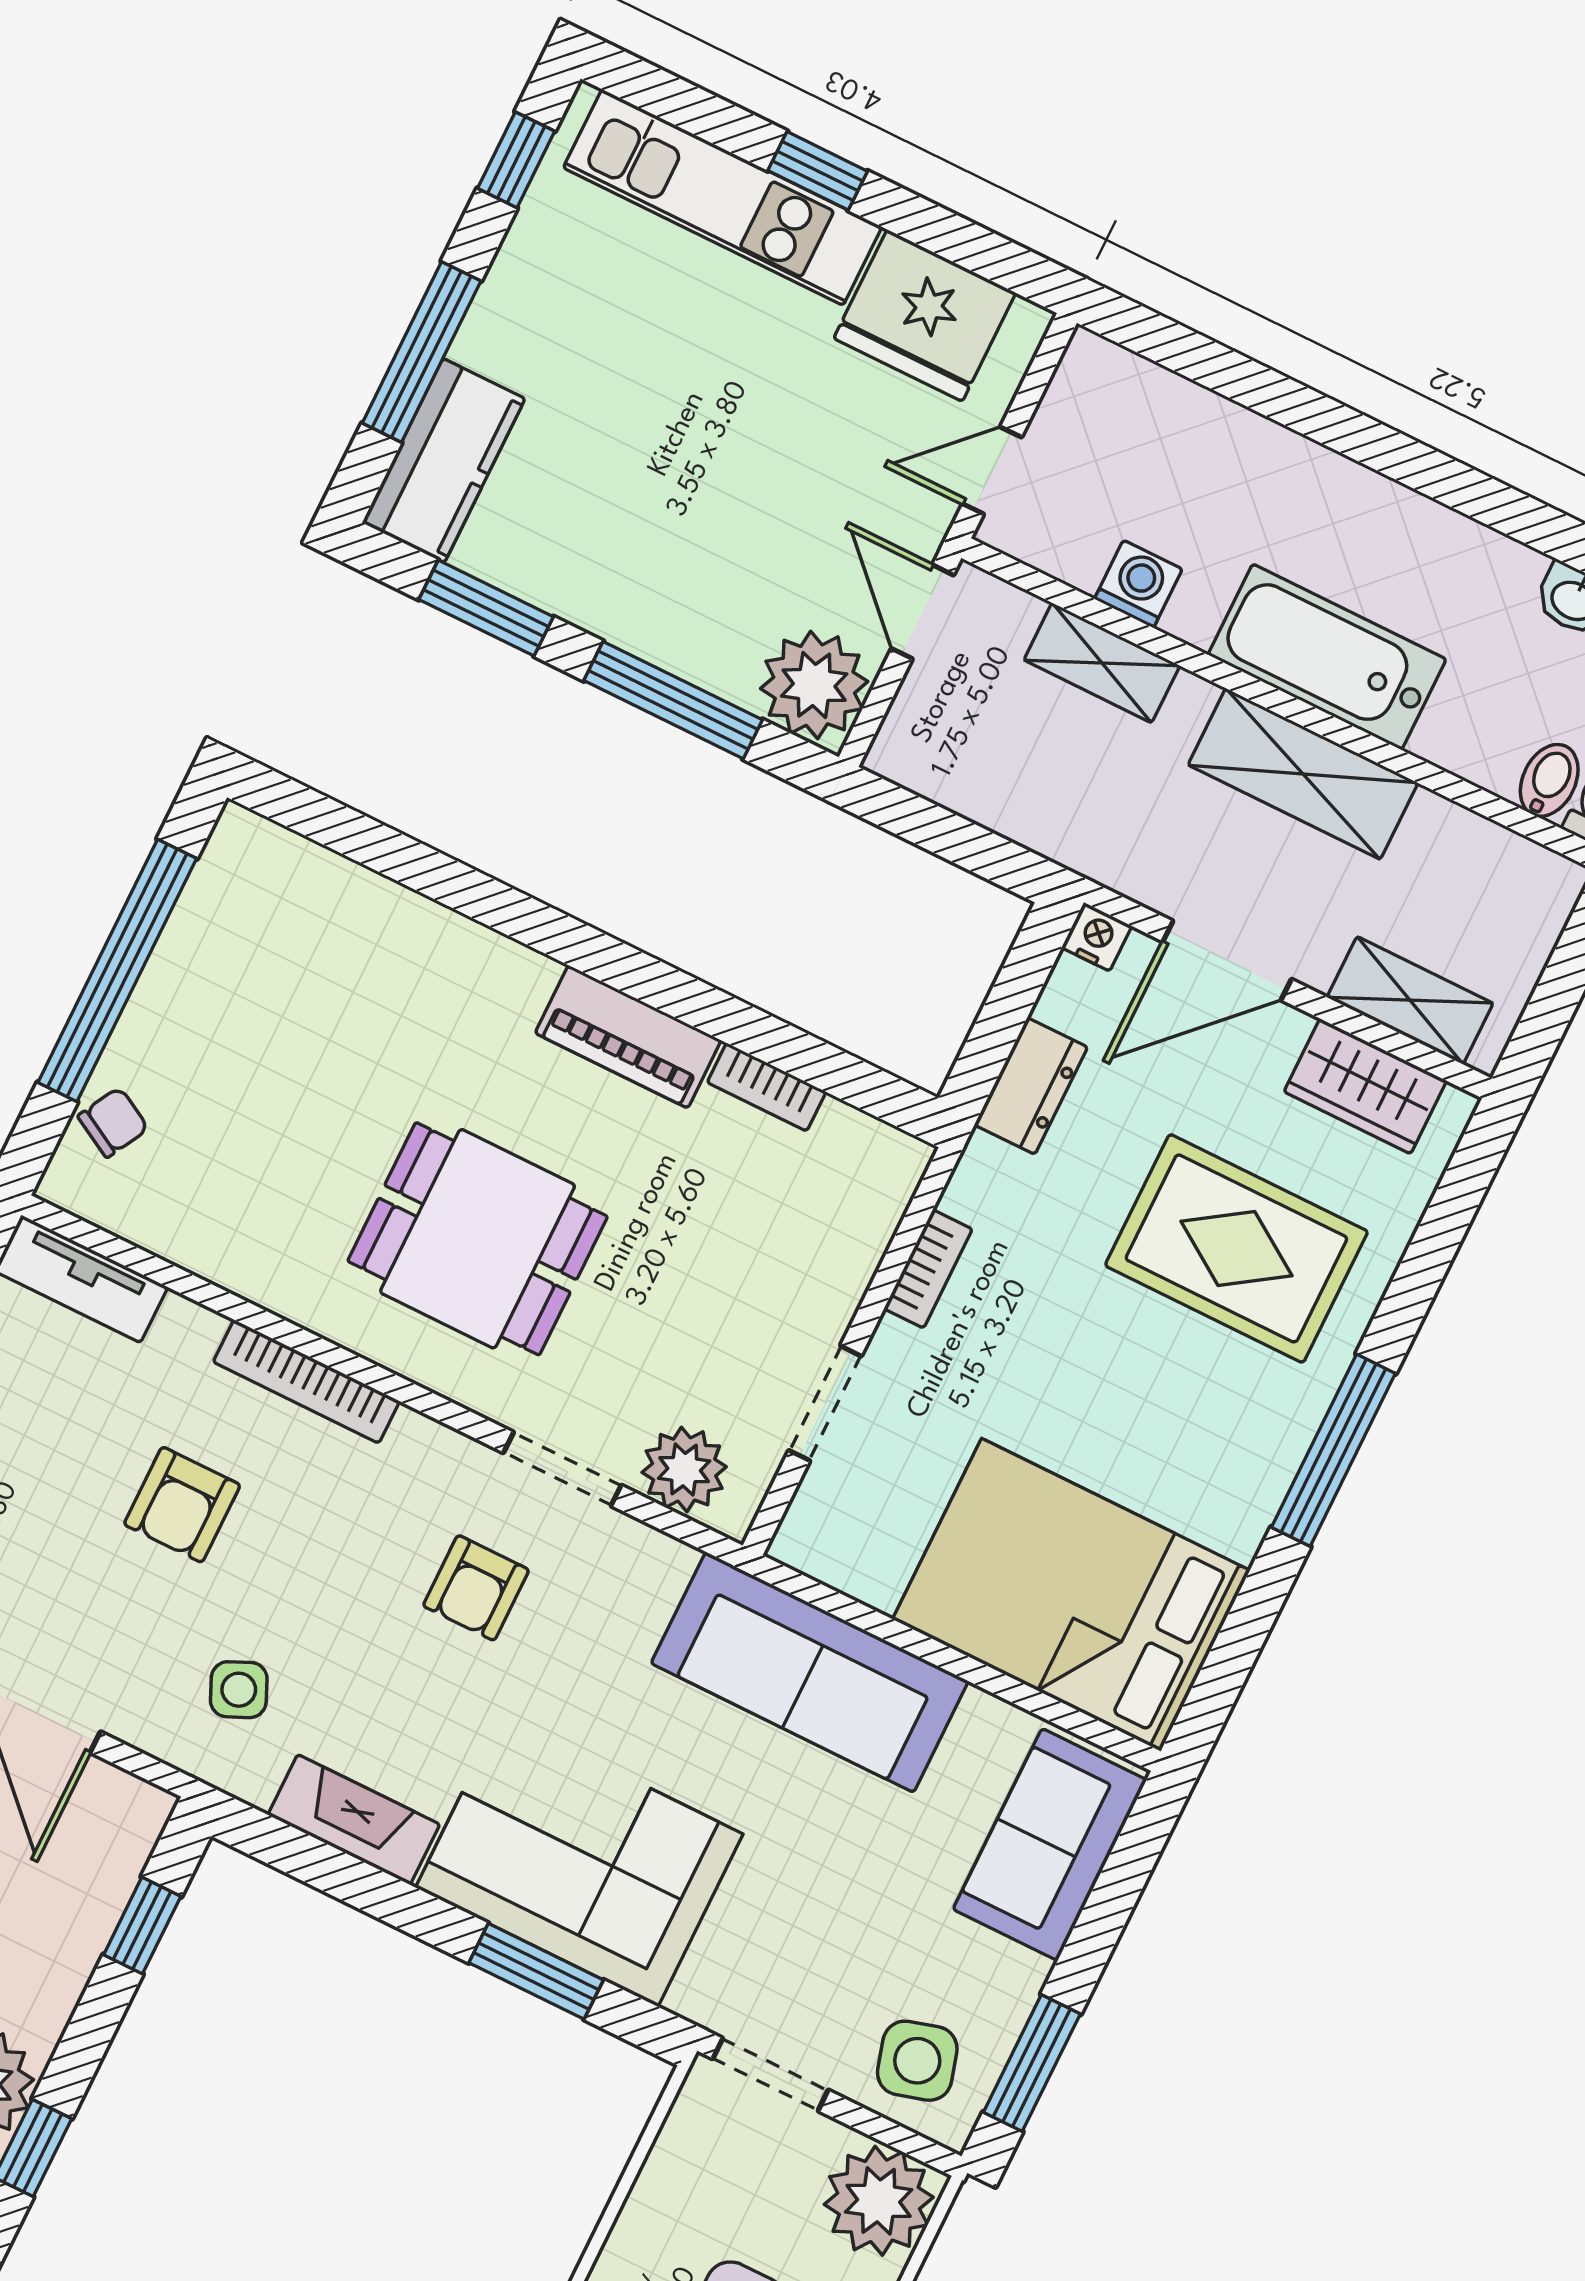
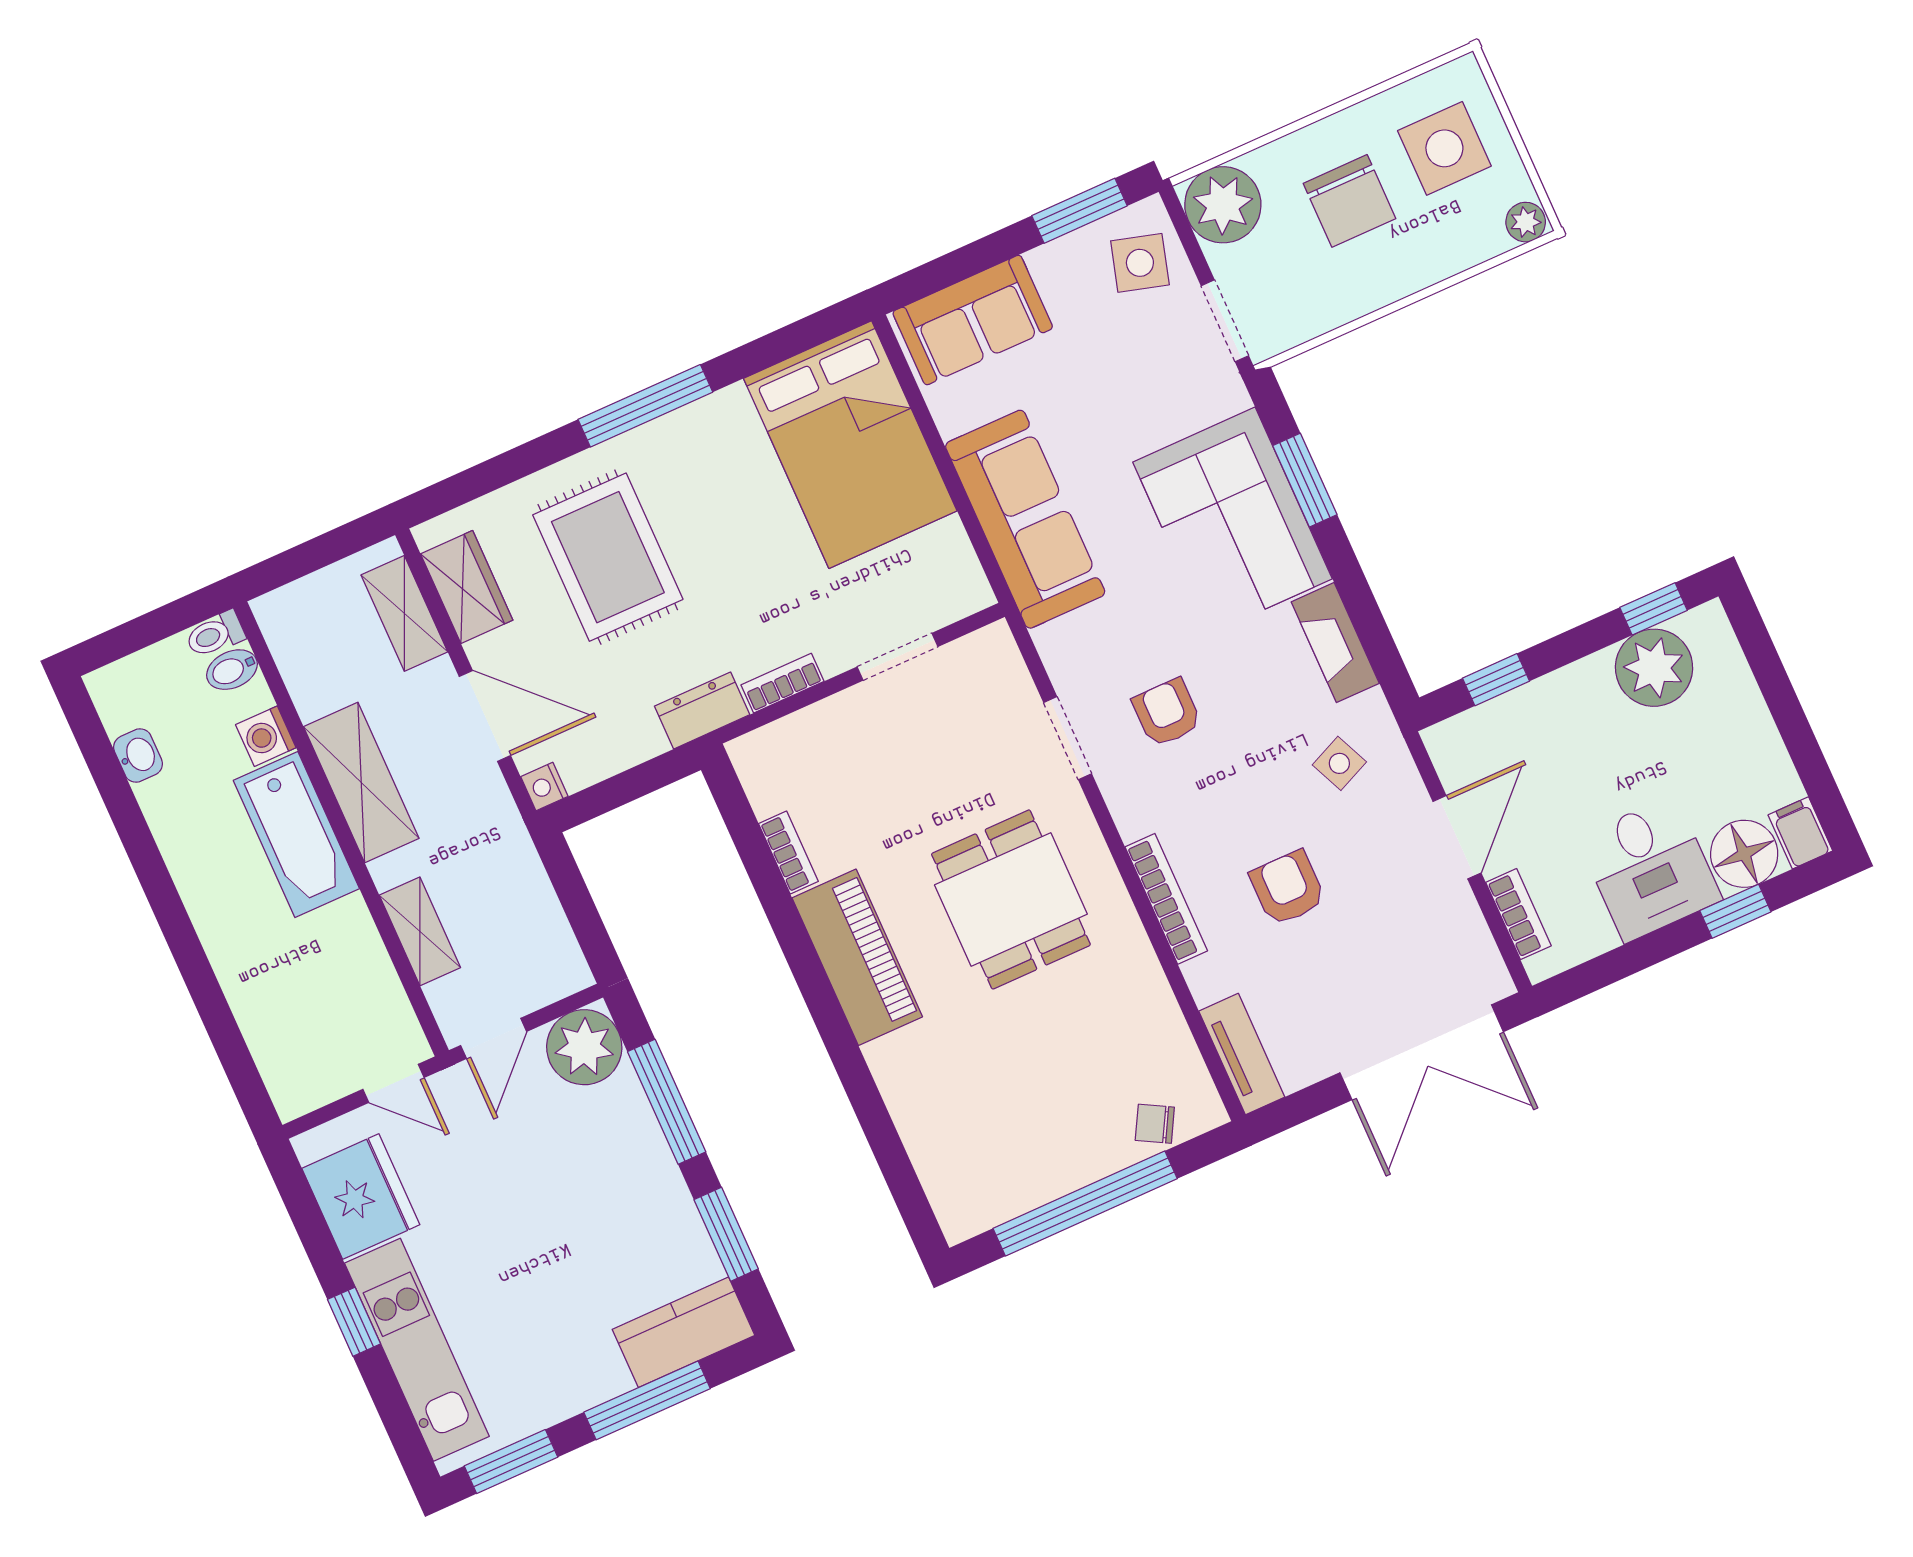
window: (516, 160) -> (511, 1462), width x1.50
washing machine: (1138, 584) -> (266, 736), moved
piano: (628, 1037) -> (857, 957), width x1.37, depth x1.33
dresser: (1031, 1086) -> (702, 710), moved
plant: (684, 1470) -> (1003, 684), removed
armchair: (182, 1505) -> (1288, 888), turned -90
armchair: (476, 1588) -> (1167, 713), turned -90
side table: (917, 2061) -> (1140, 263), turned 32

